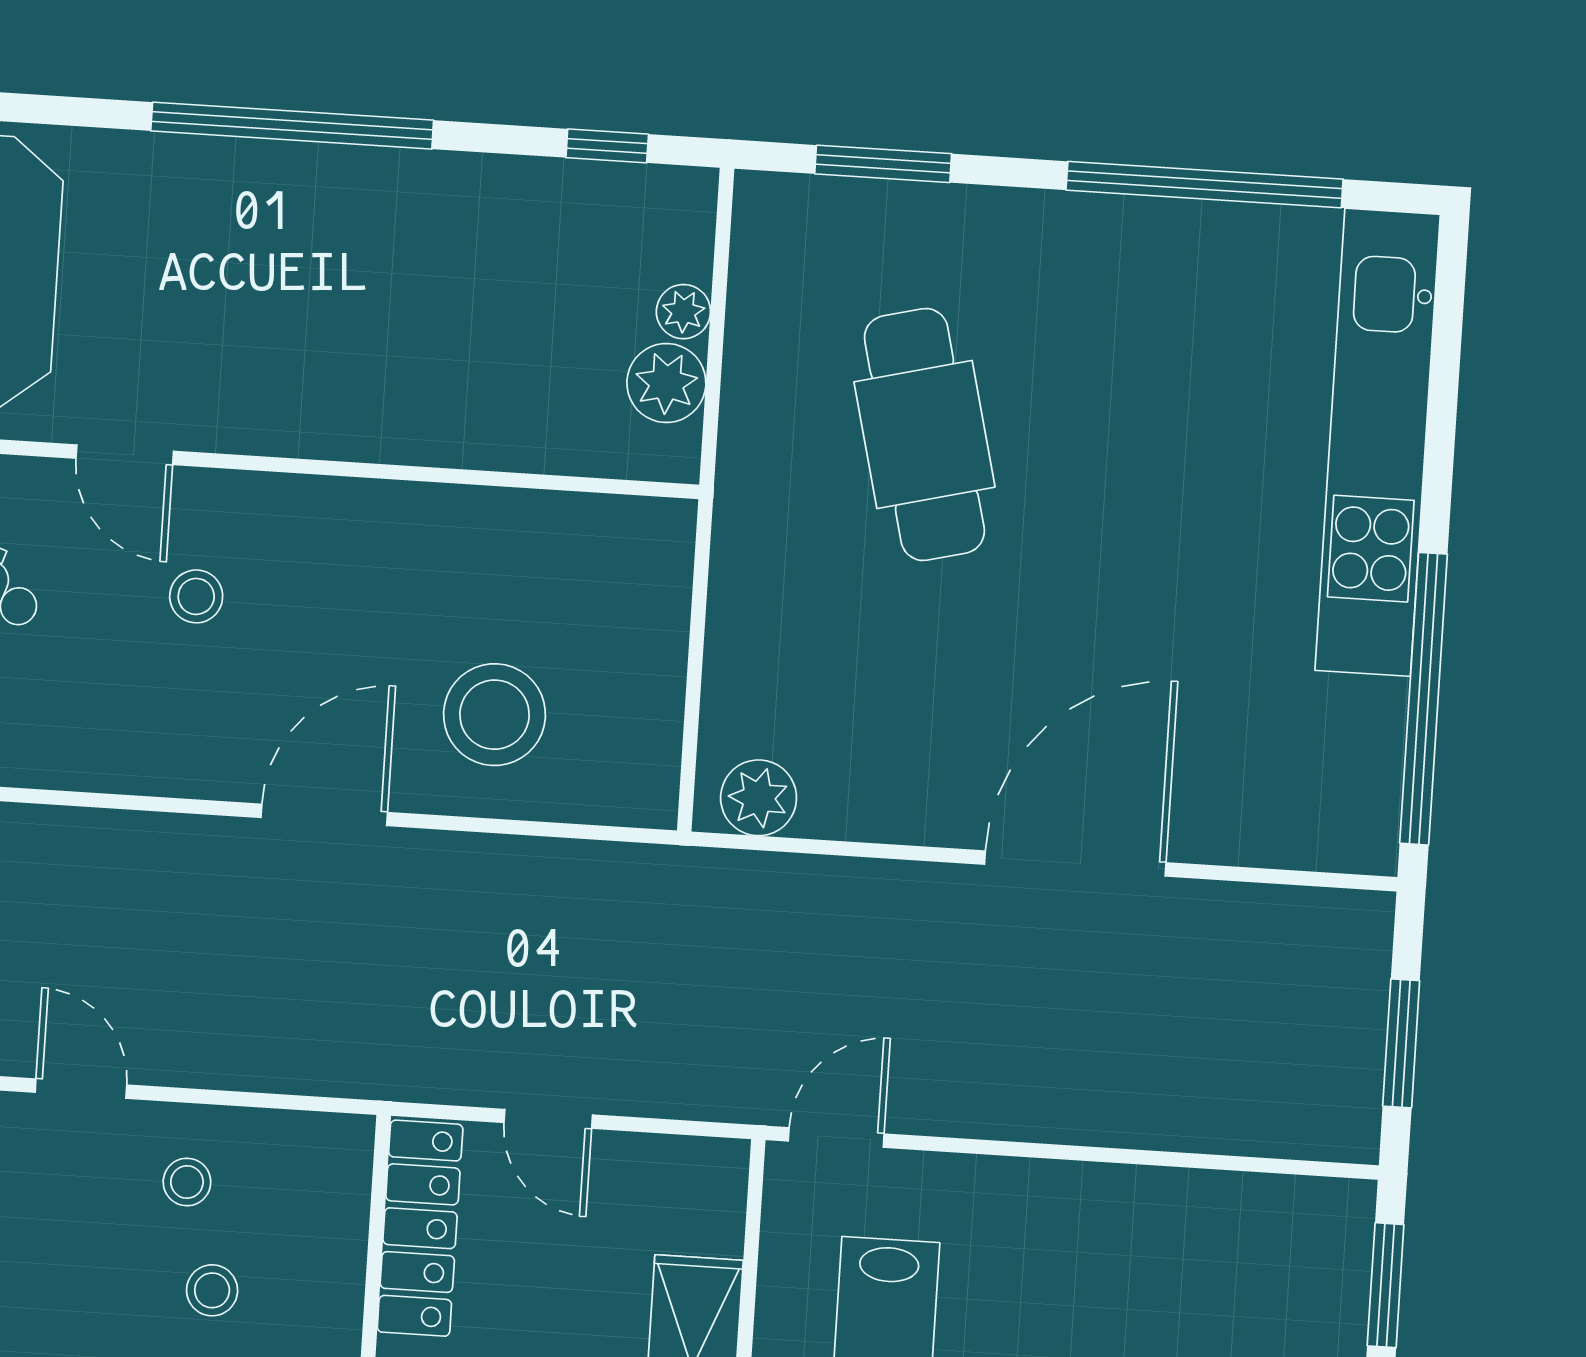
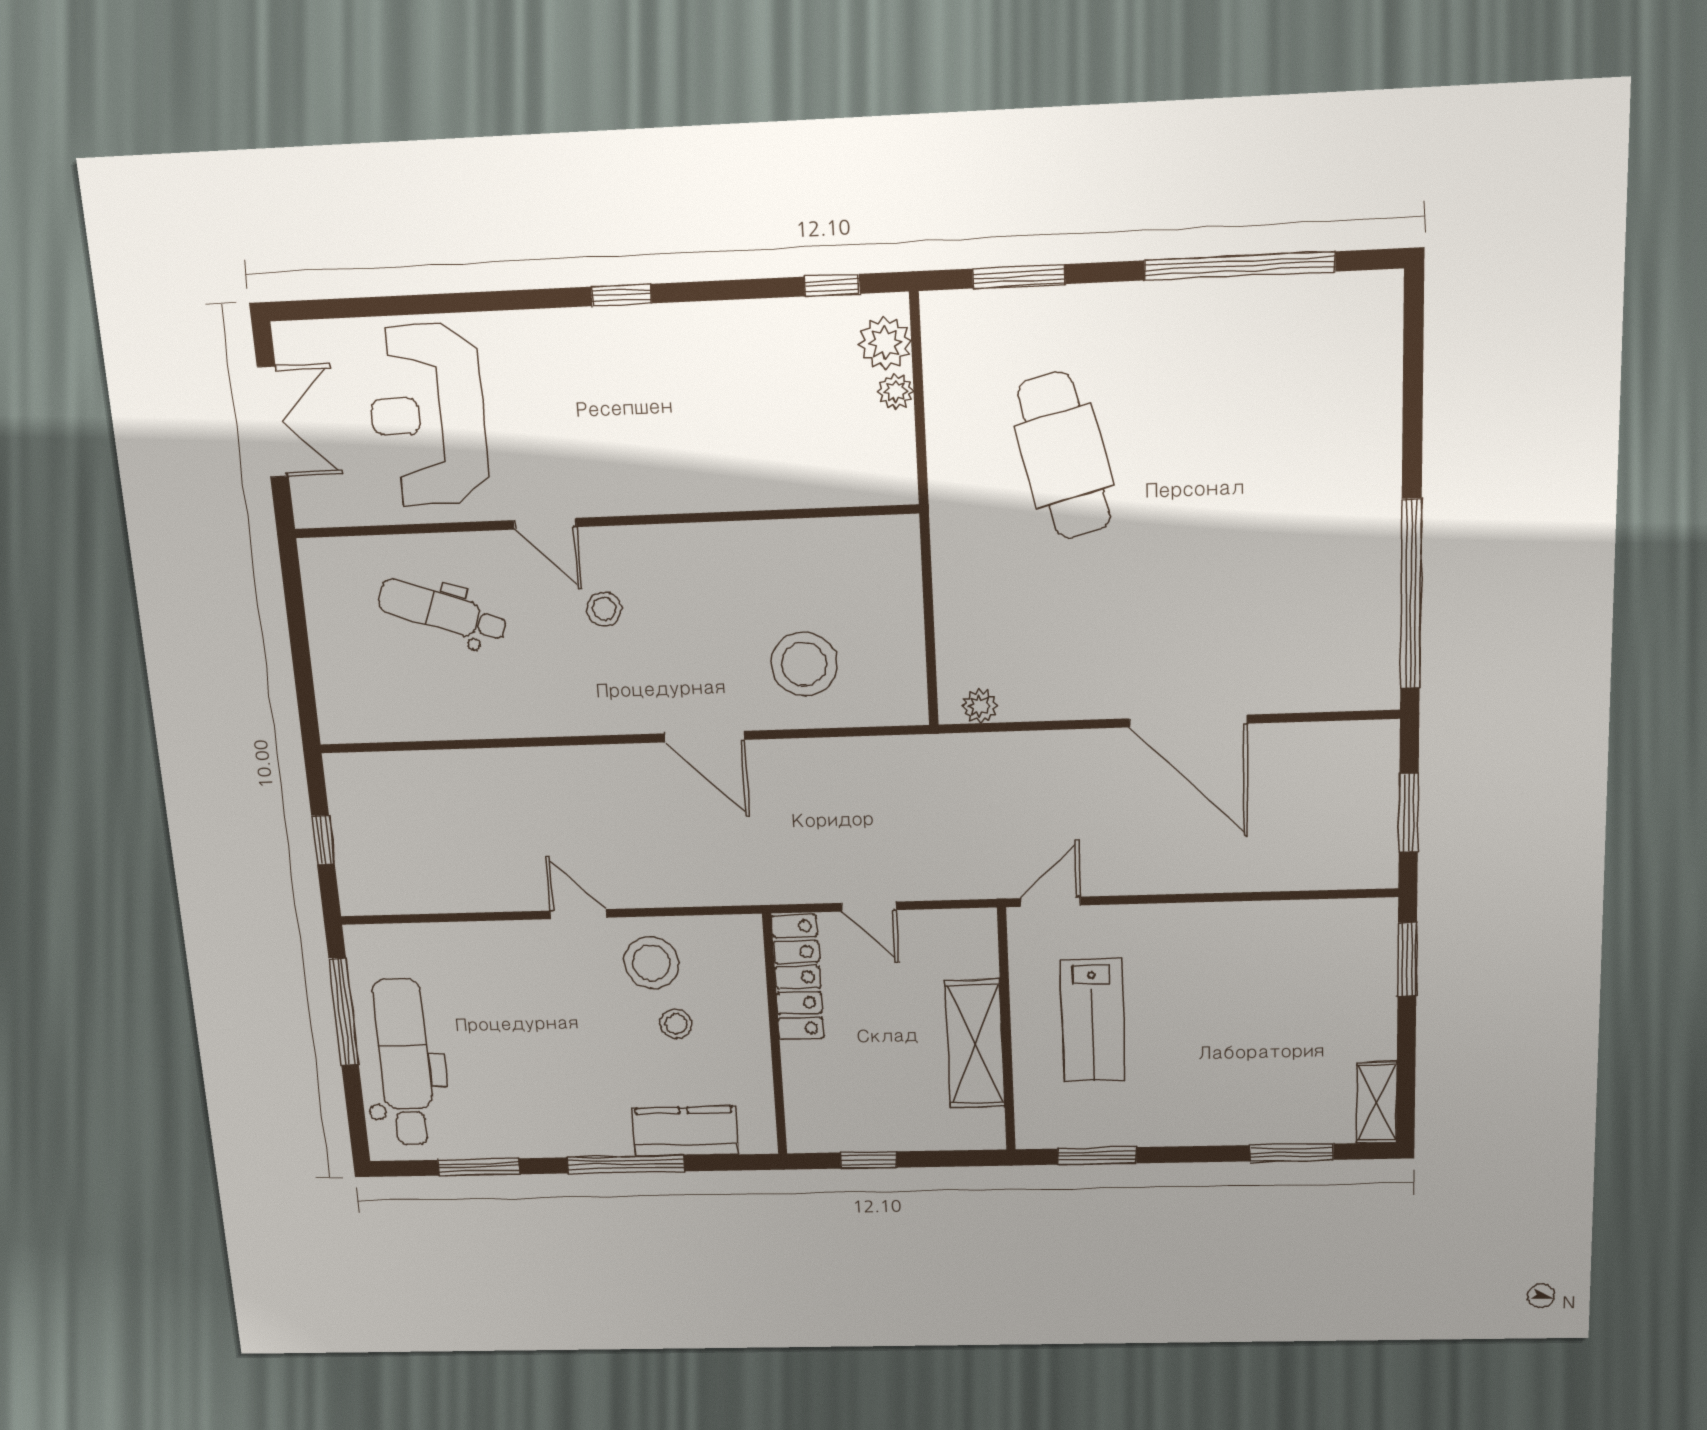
window: (292, 126) -> (621, 295), width x0.32
plant: (666, 383) -> (885, 343), moved
kitchen unit: (1378, 442) -> (1370, 429), removed
plant: (759, 798) -> (980, 706), width x0.73, depth x0.73
door: (324, 815) -> (705, 737), swing flipped
door: (1075, 864) -> (1188, 721), swing flipped
stool: (187, 1182) -> (651, 963), width x1.89, depth x1.89

